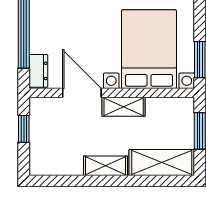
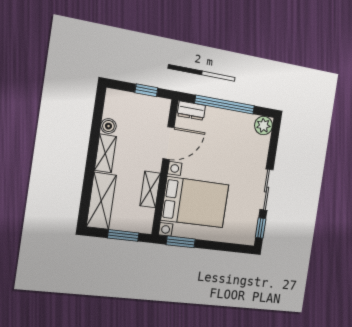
shelving: (124, 107) -> (150, 189), moved
boiler: (73, 167) -> (108, 126), added

